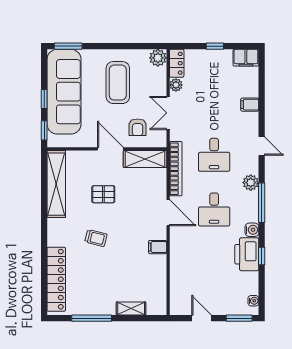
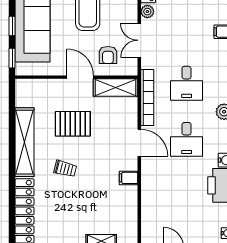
shelving: (56, 184) -> (25, 142), moved
pallet: (103, 194) -> (73, 124), width x1.50, depth x1.42

